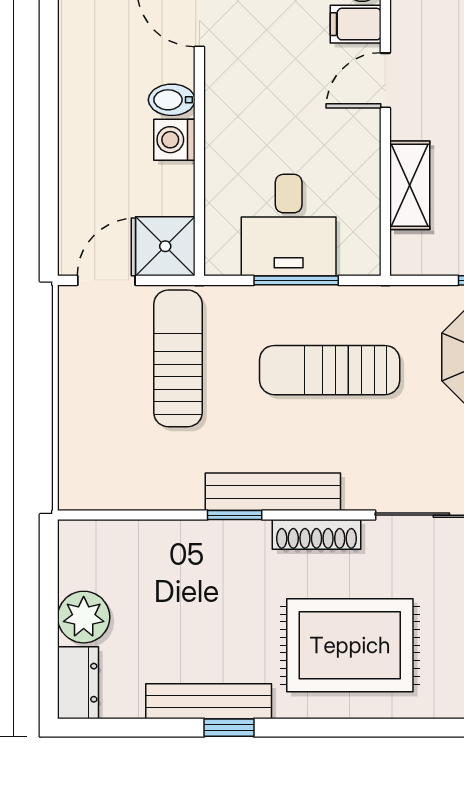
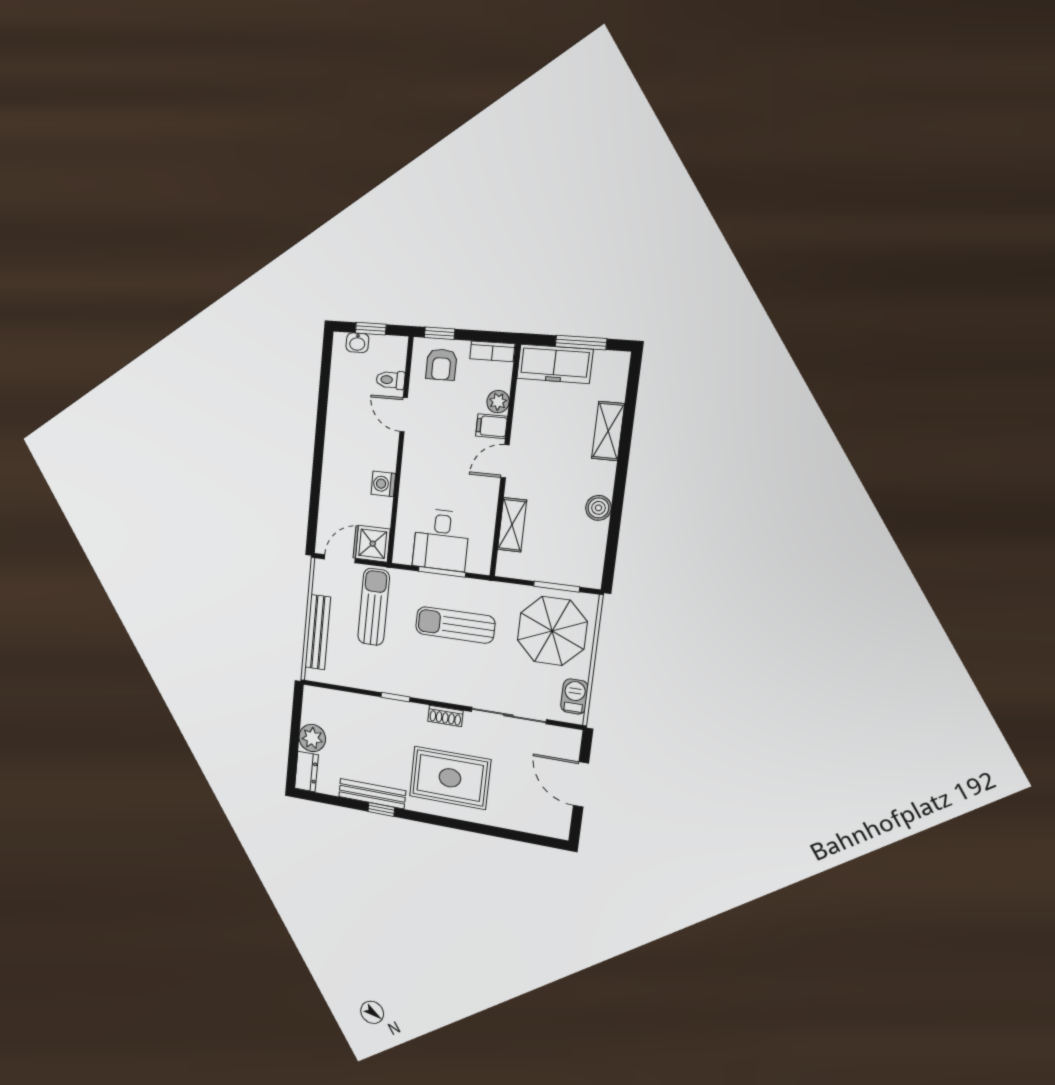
bidet: (172, 100) -> (384, 461), removed
bench: (273, 492) -> (318, 632), moved, turned 90
shoe rack: (316, 534) -> (445, 716), width x0.70

